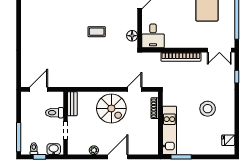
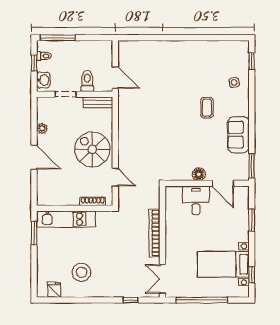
coffee table: (97, 32) -> (207, 108), moved
floor lamp: (132, 36) -> (199, 174), moved
desk: (153, 36) -> (196, 200), moved, turned 90
door: (39, 89) -> (115, 78), moved
spiral stairs: (111, 108) -> (92, 149), turned 90
stool: (208, 109) -> (81, 272), moved

